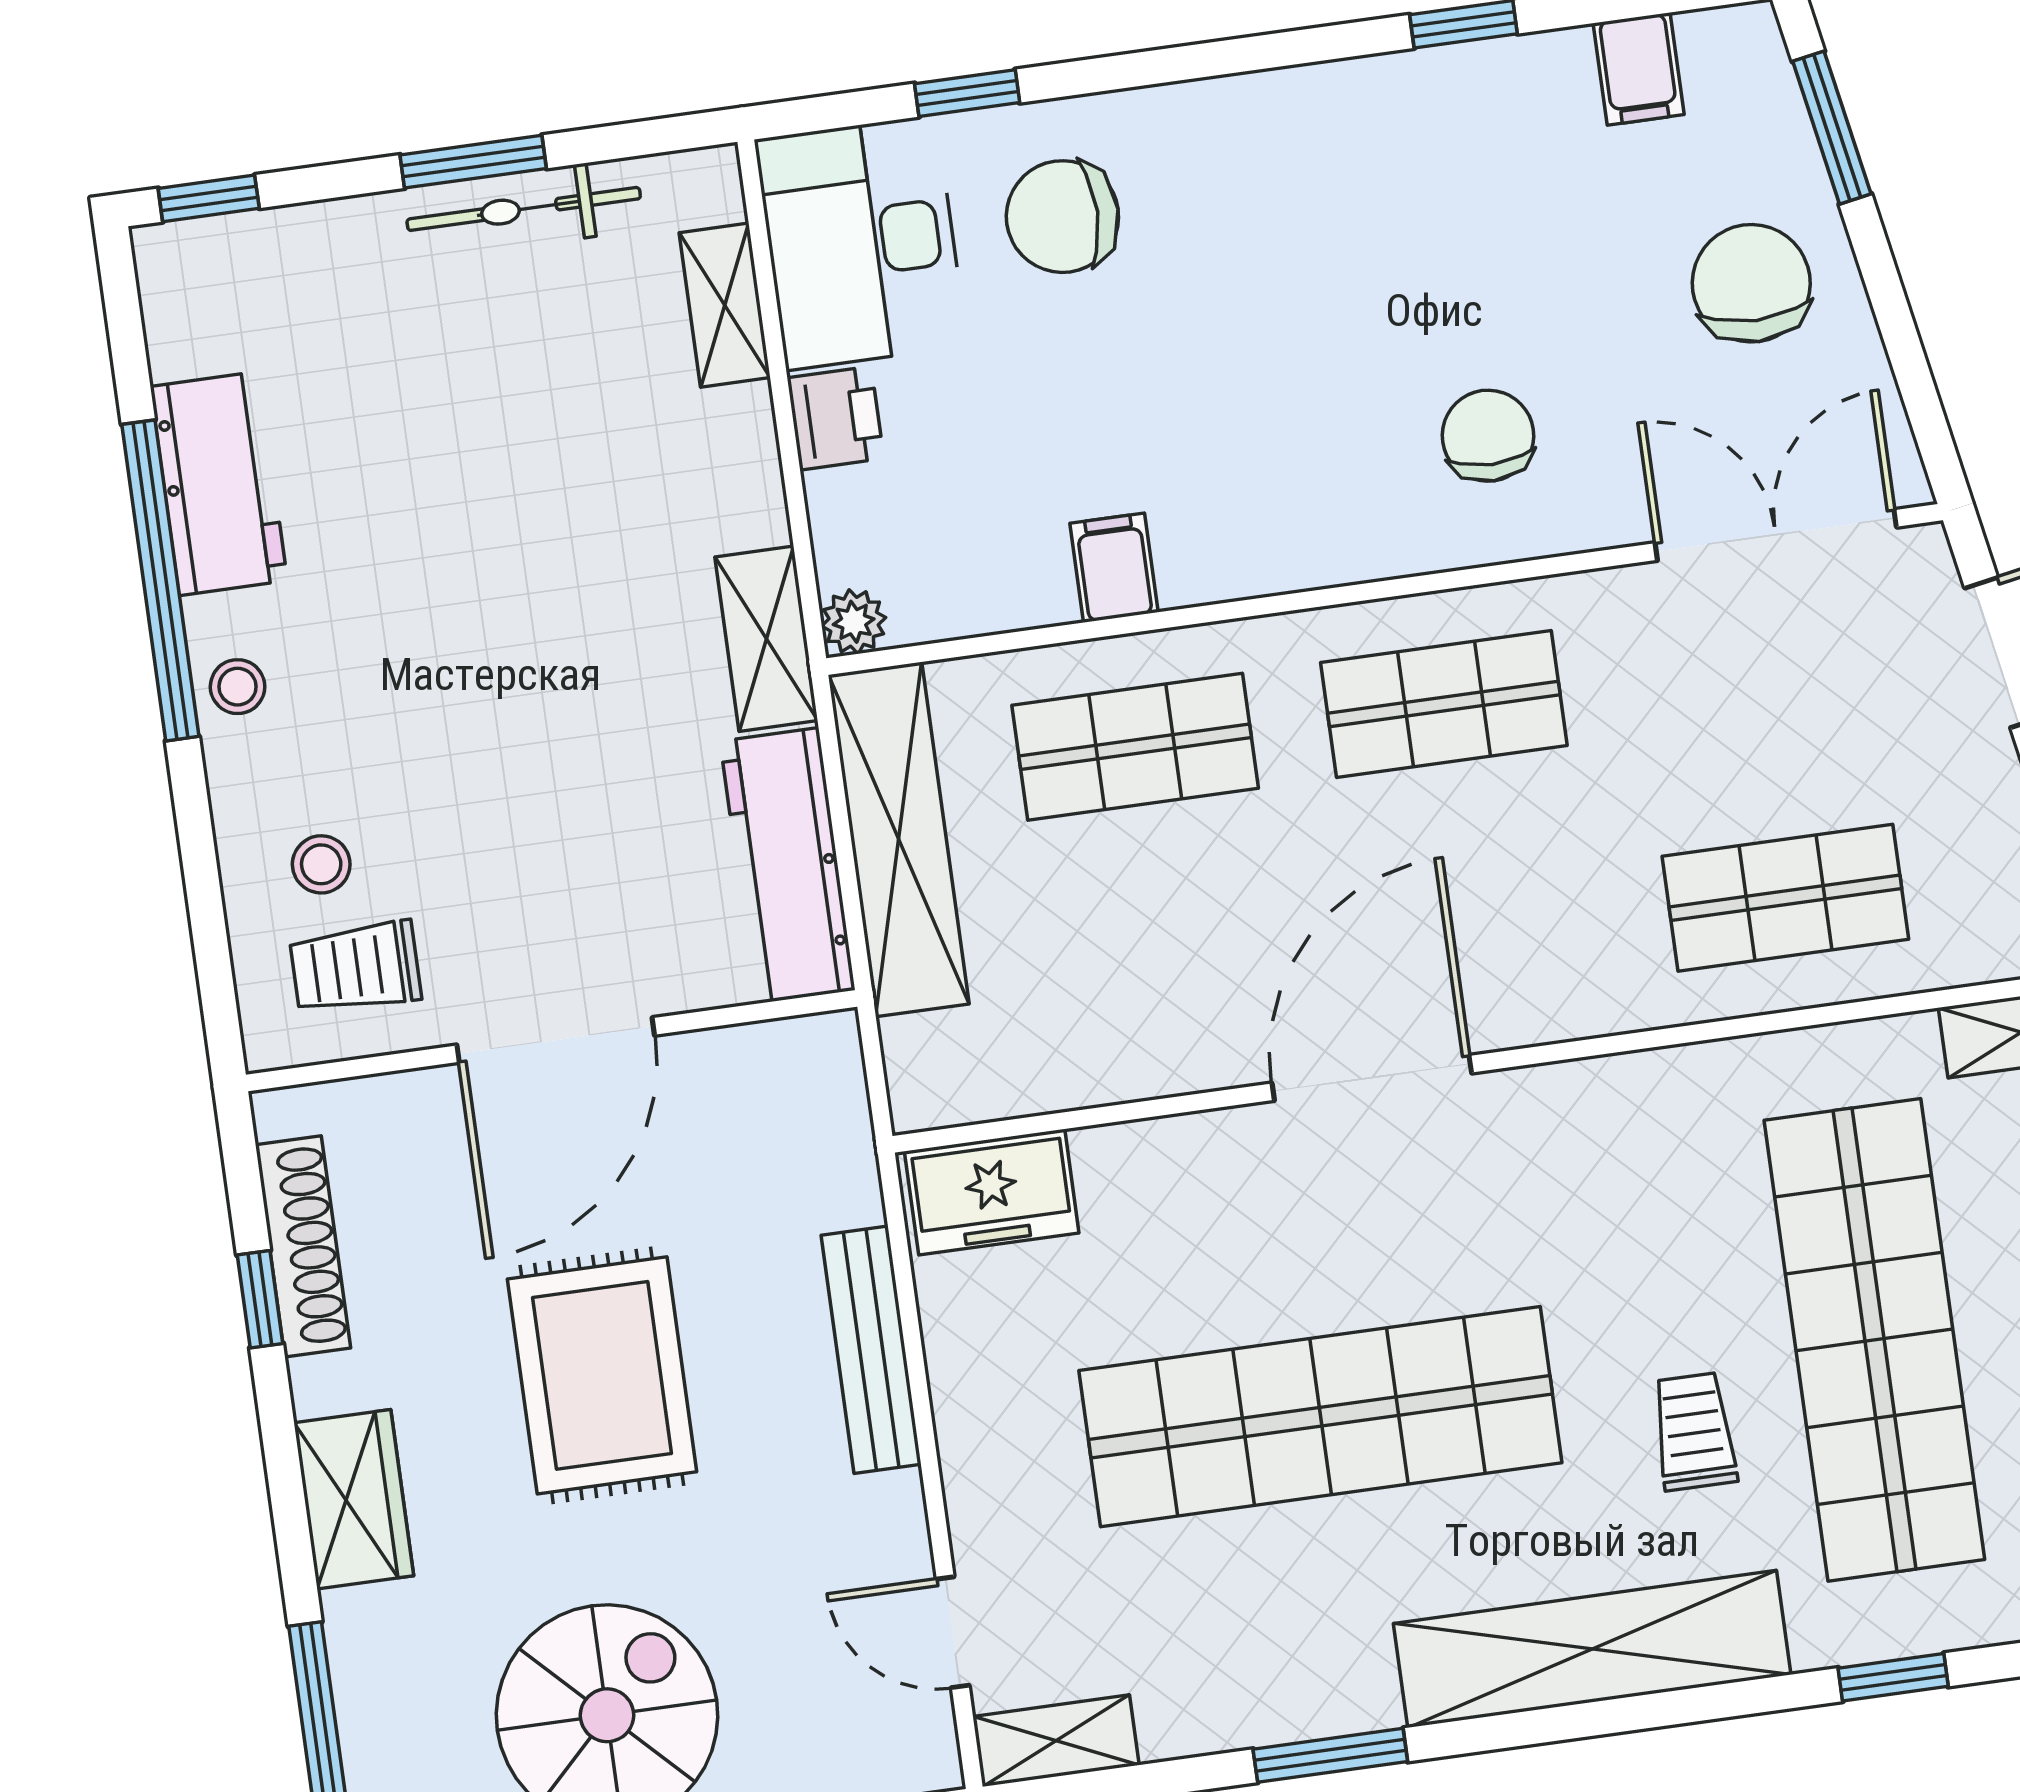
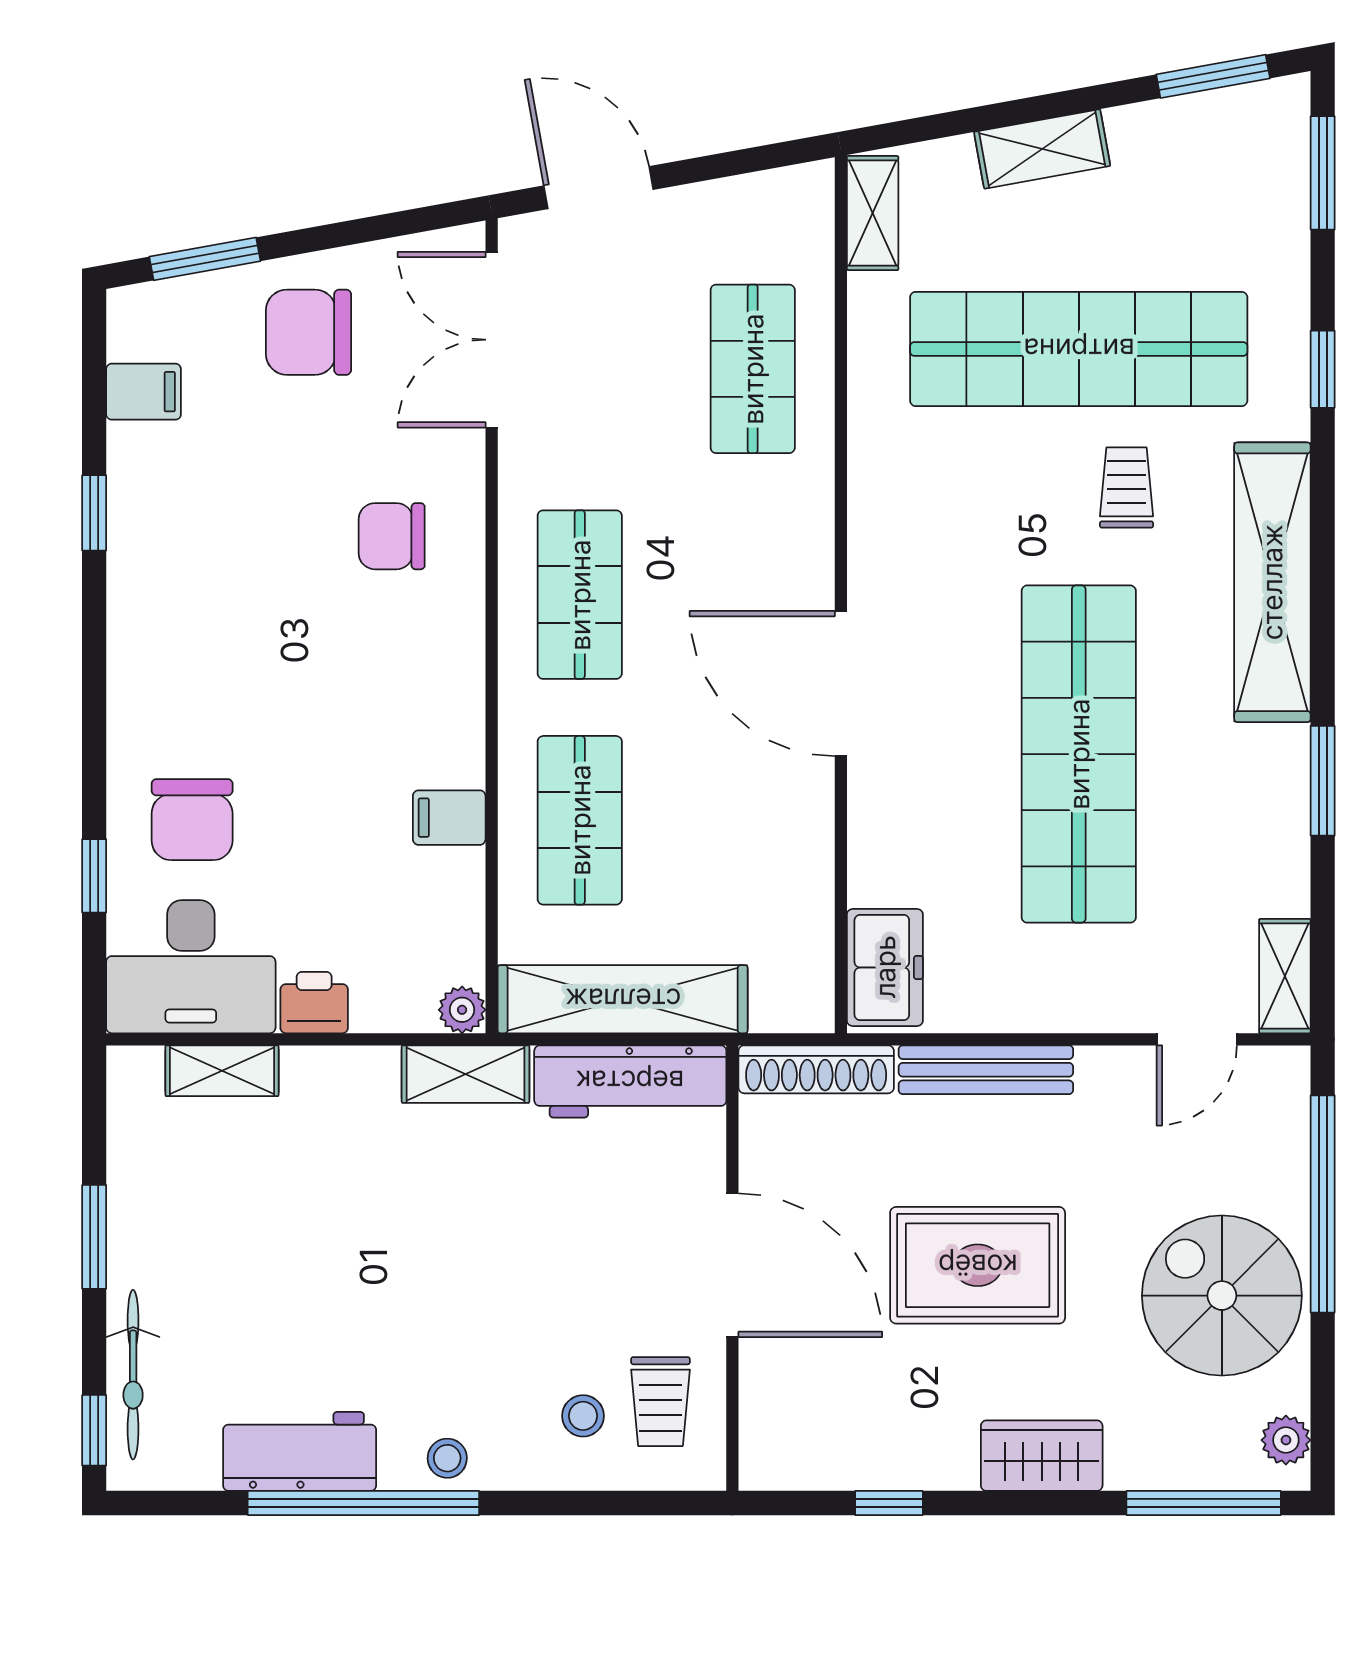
bicycle: (524, 209) -> (133, 1375), moved
shoe rack: (303, 1246) -> (816, 1069), moved, turned 180
trolley: (1694, 1431) -> (1127, 488), turned 90

